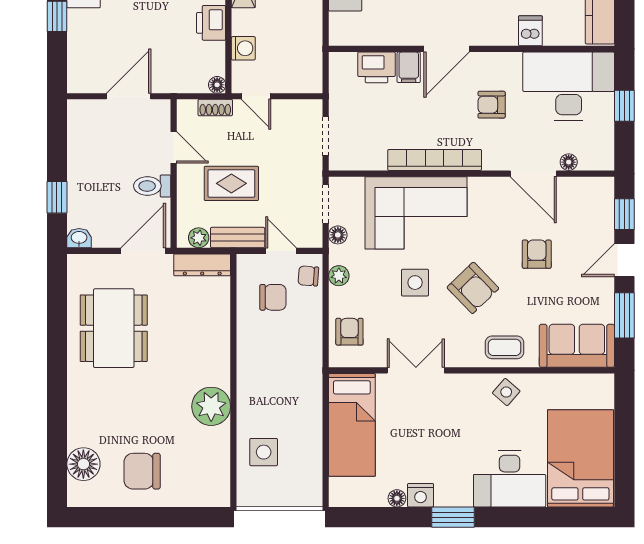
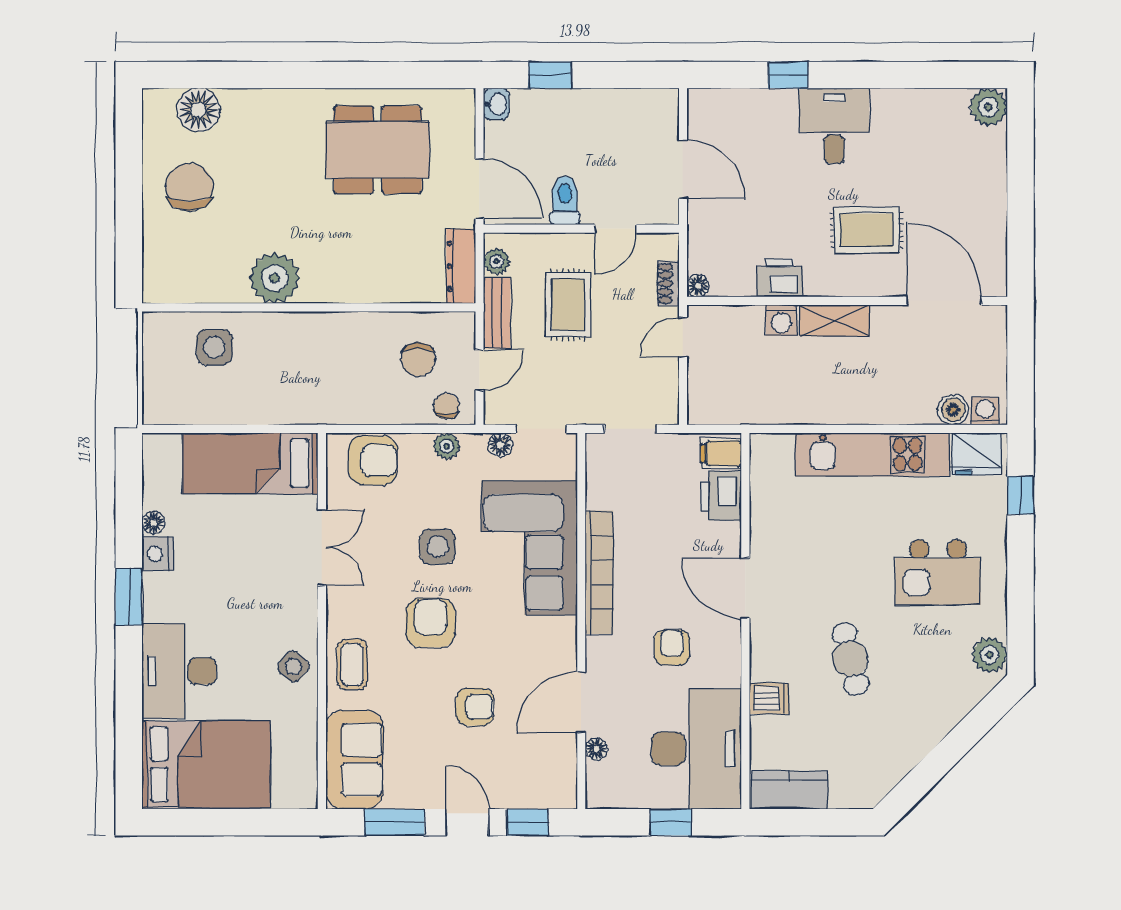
washing machine: (243, 48) -> (781, 320), moved
filing cabinet: (409, 67) -> (721, 453), moved
armchair: (473, 288) -> (431, 623), turned 134
armchair: (349, 332) -> (373, 460), width x1.38, depth x1.38

